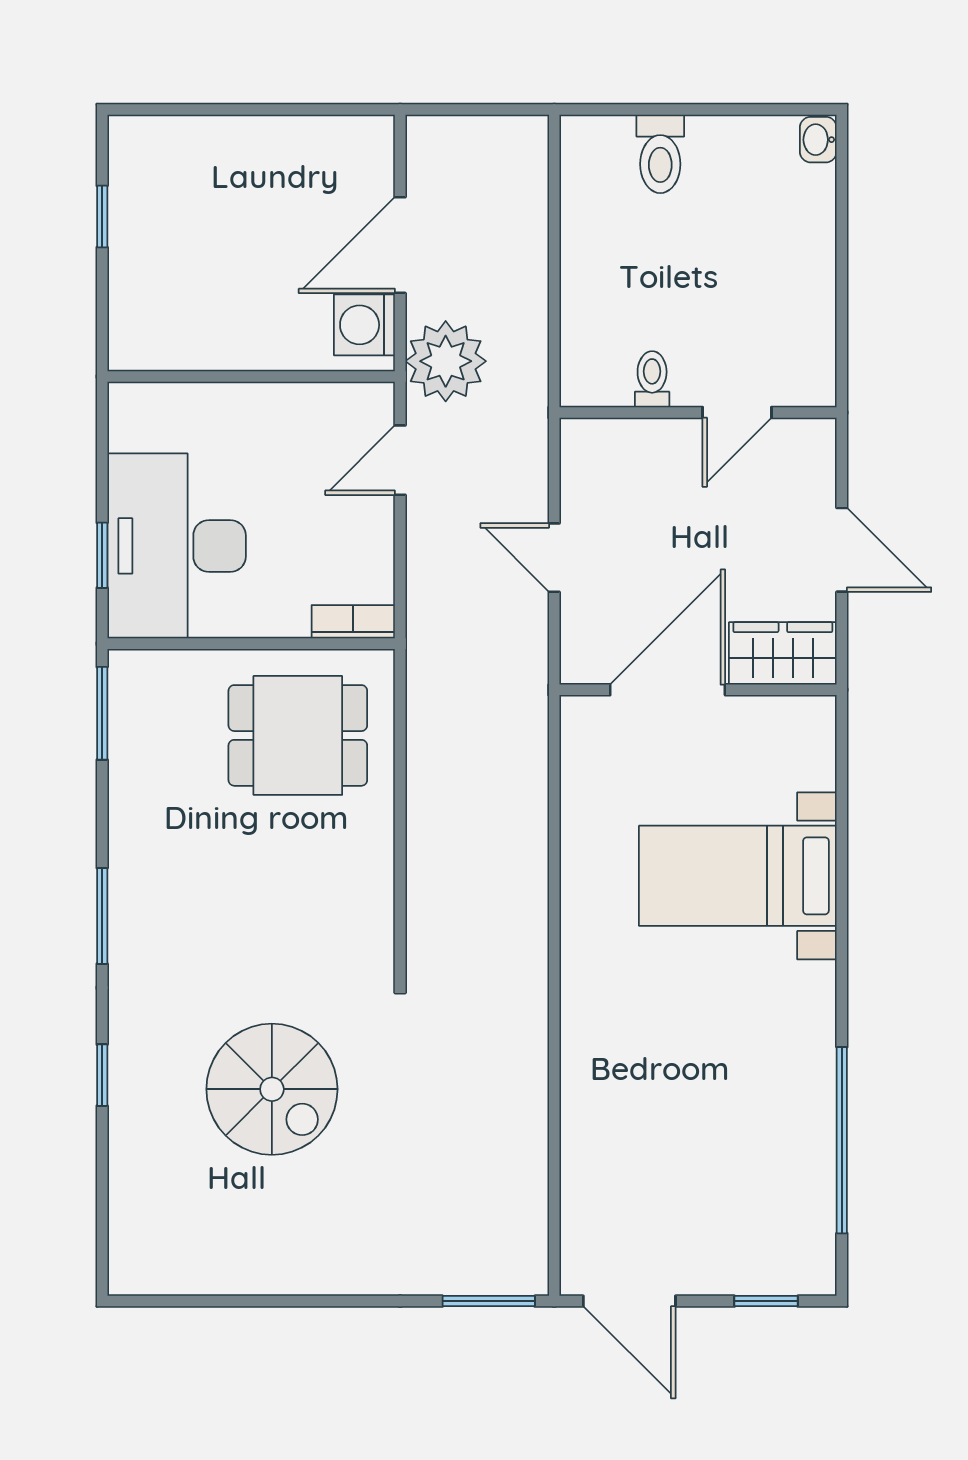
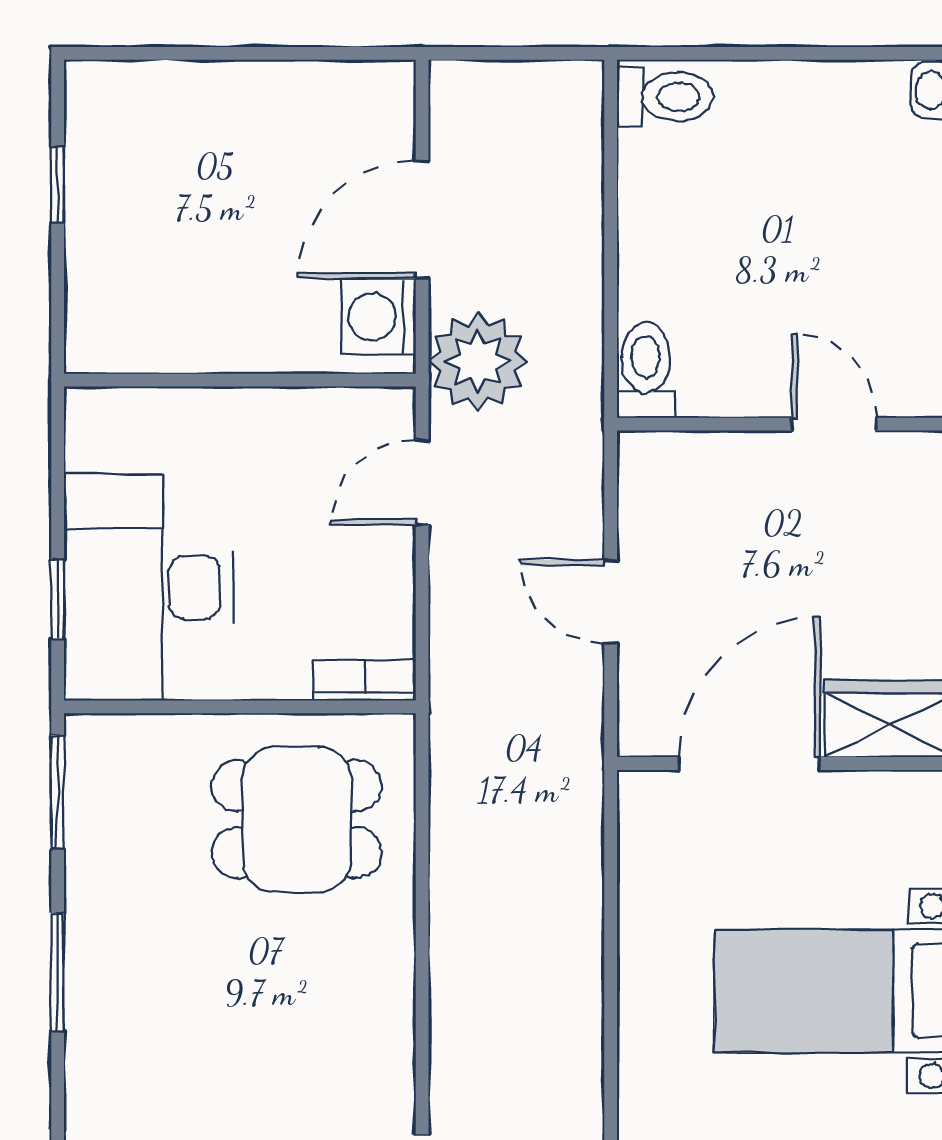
toilet: (660, 154) -> (665, 97), moved, turned -90
toilet: (652, 379) -> (646, 370), moved, width x1.37, depth x1.39
door: (737, 412) -> (834, 424), swing flipped
window: (102, 916) -> (58, 972), moved

